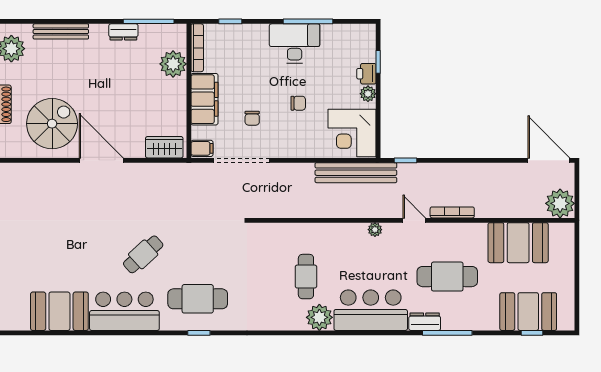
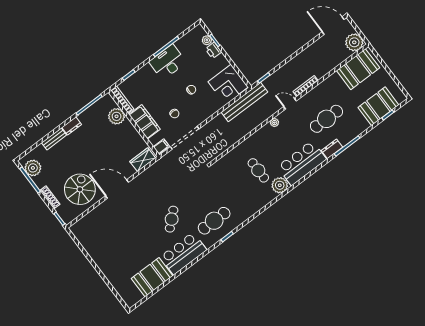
bench: (61, 31) -> (54, 139), width x0.73
dresser: (123, 32) -> (72, 126), moved
plant: (368, 94) -> (207, 40), moved
booth: (518, 243) -> (358, 69), moved

